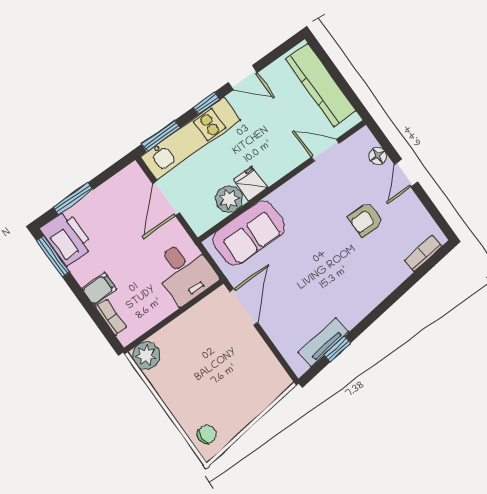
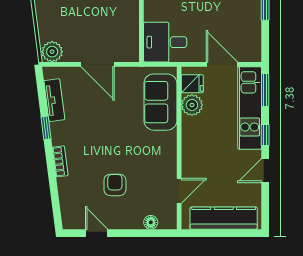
door: (406, 173) -> (97, 233), moved
fridge: (250, 183) -> (192, 84), moved
bookcase: (423, 253) -> (60, 161), moved
door: (244, 307) -> (98, 64), moved
window: (338, 349) -> (46, 128), moved
plant: (276, 379) -> (52, 52), added

